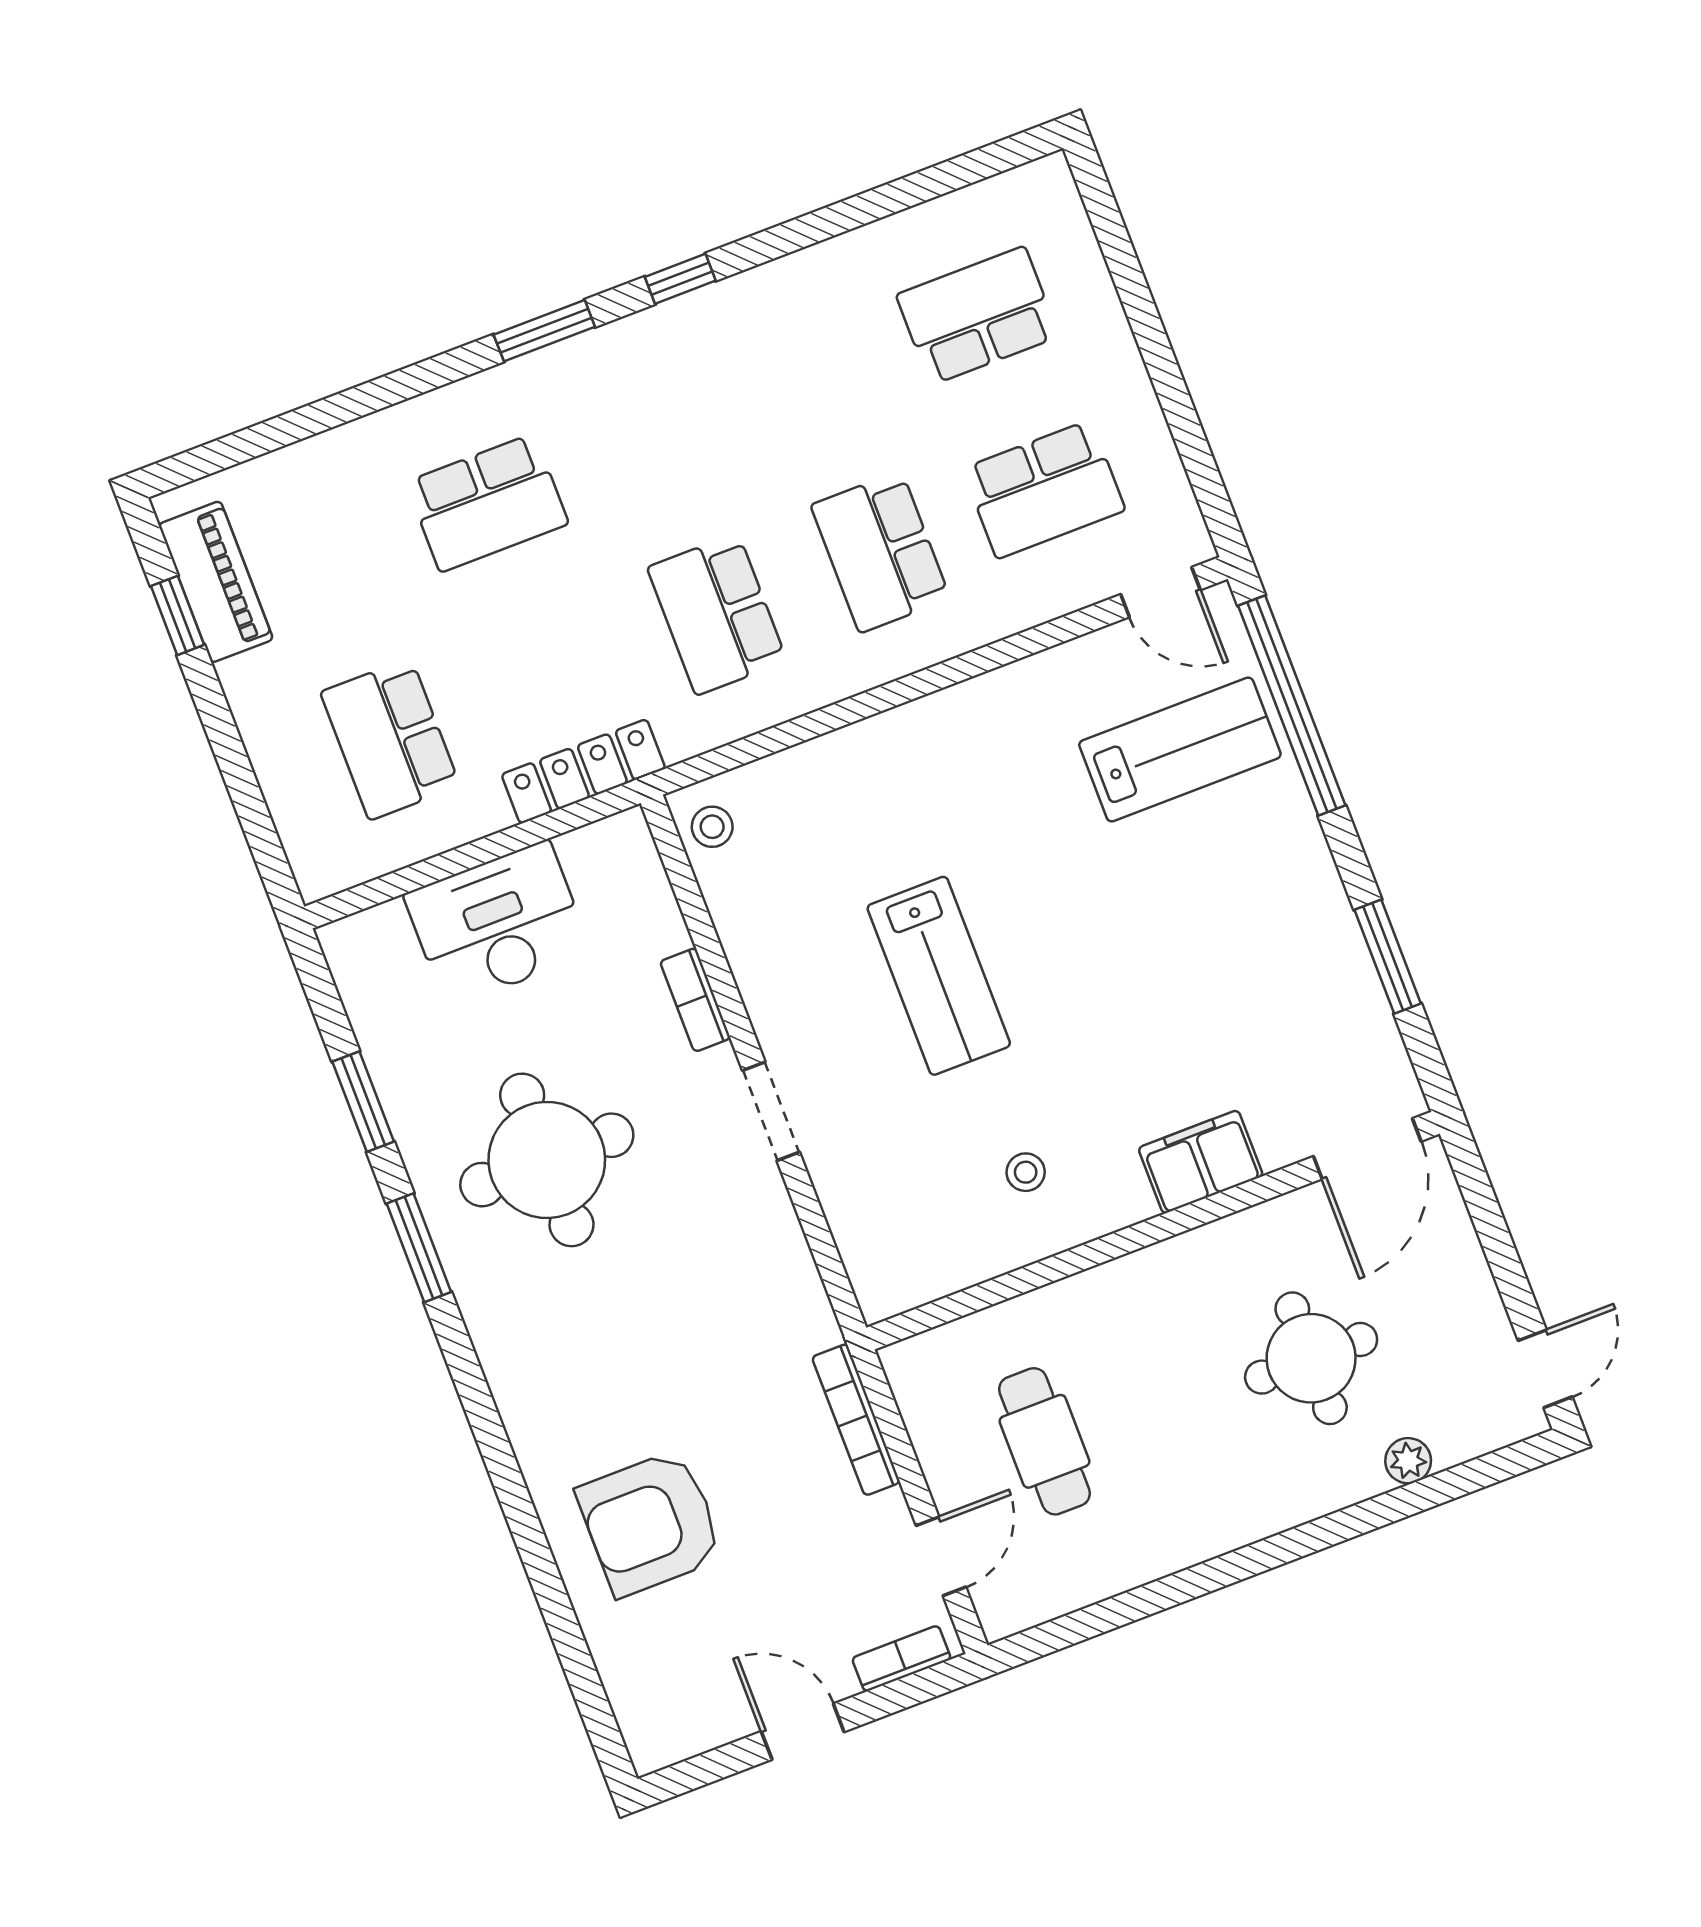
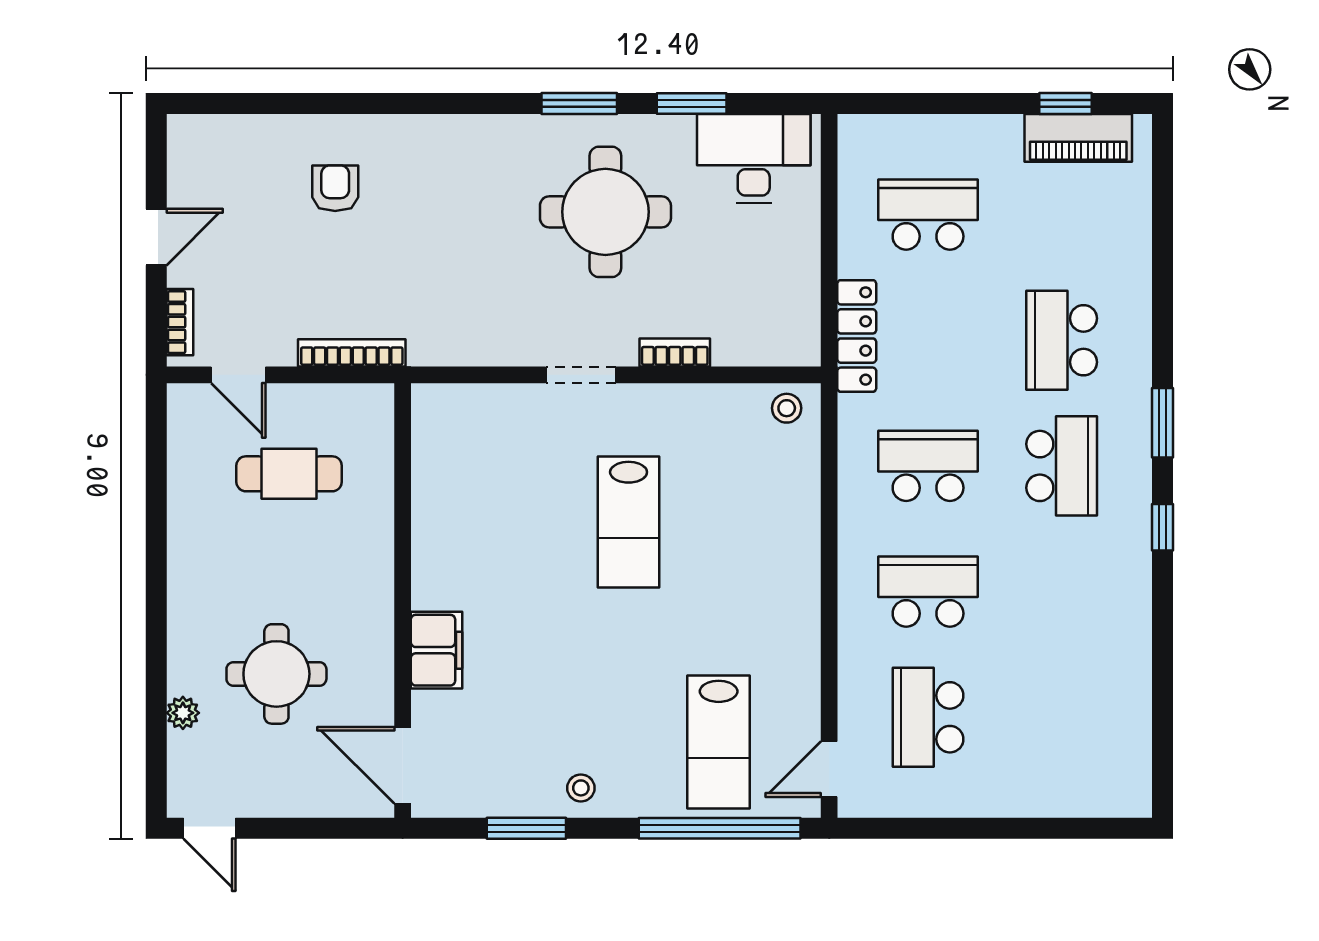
school desk: (978, 316) -> (1062, 466), moved
desk: (498, 924) -> (754, 158), moved, turned -90
lab bench: (939, 976) -> (629, 522), turned -90
stool: (1026, 1172) -> (581, 788), moved
armchair: (650, 1523) -> (335, 188), width x0.53, depth x0.53

